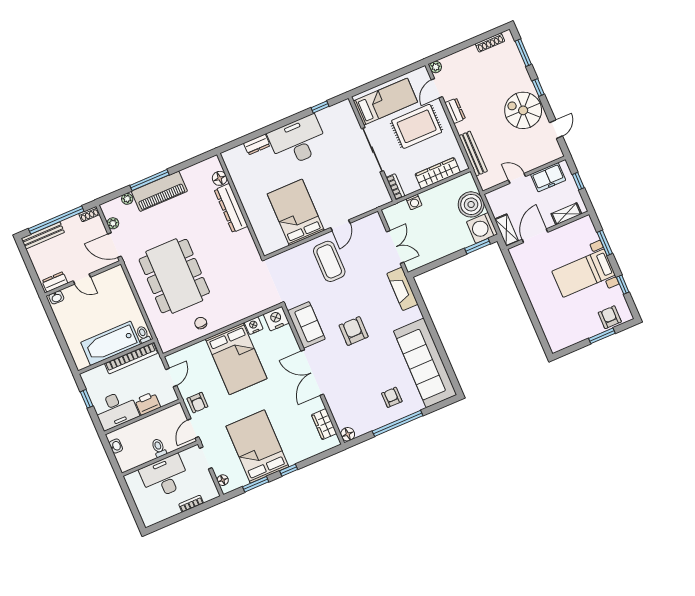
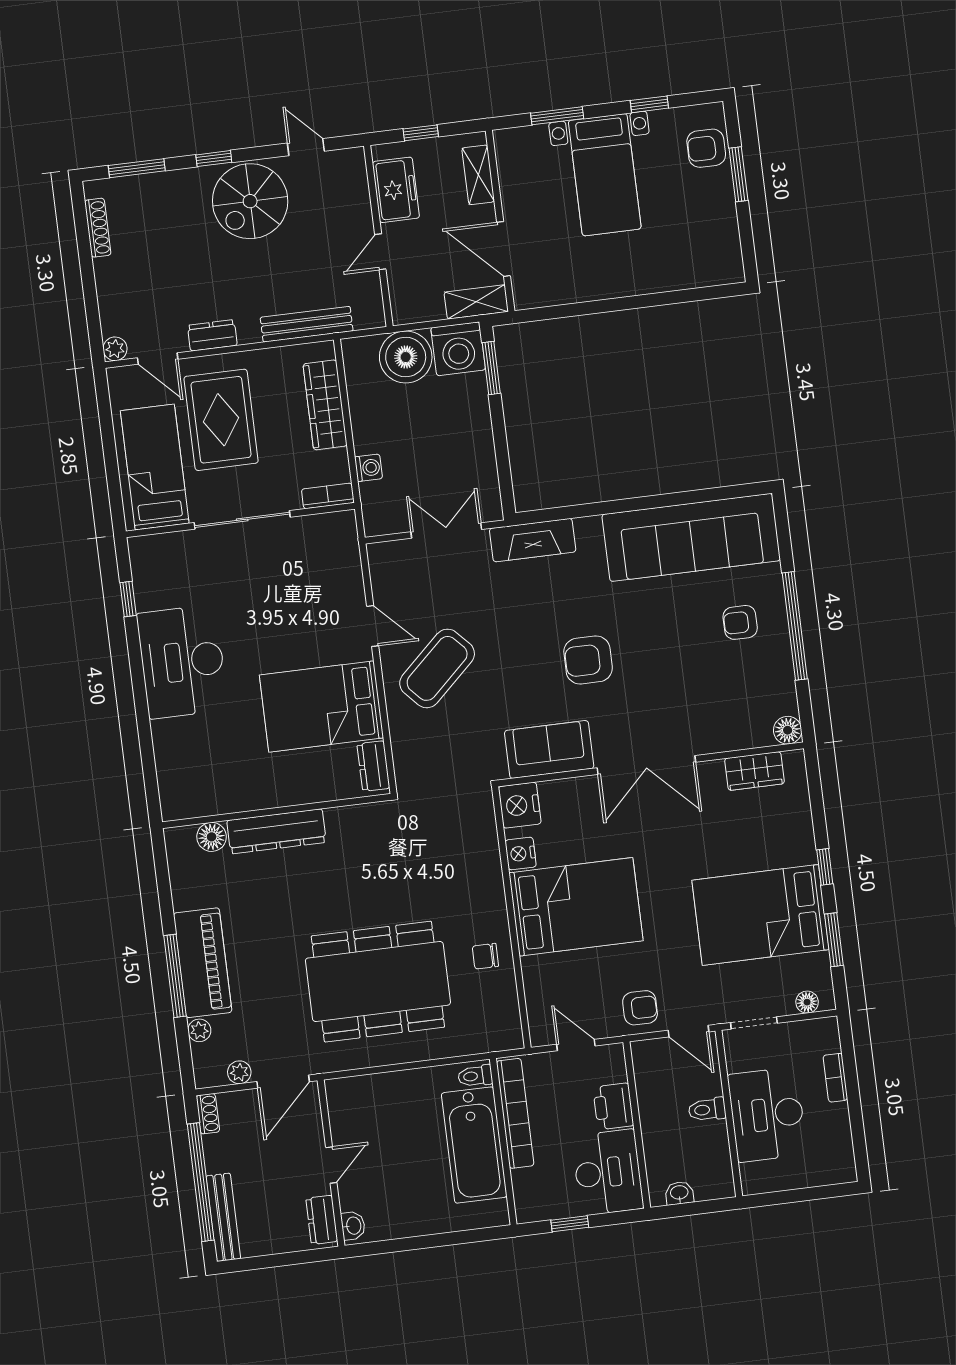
dresser: (257, 144) -> (373, 766), moved, turned 180
coffee table: (329, 261) -> (437, 668), turned -43

